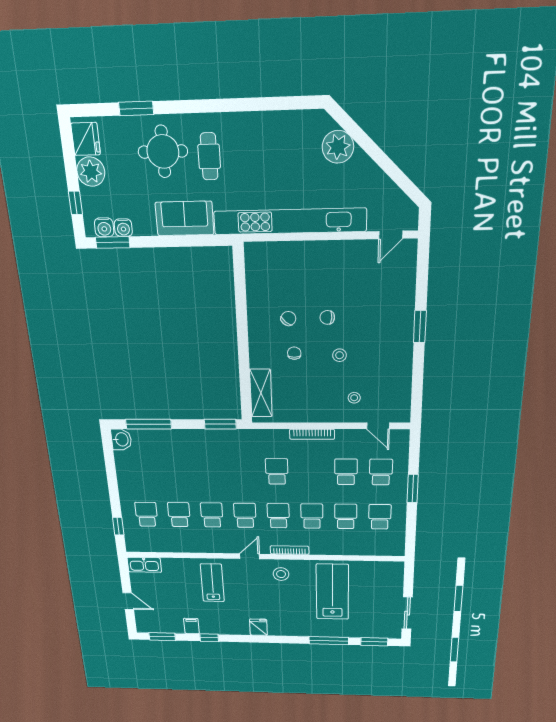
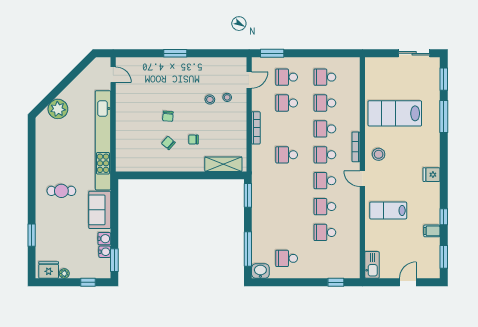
round table: (163, 152) -> (58, 221), removed
plant: (91, 172) -> (64, 273), width x0.53, depth x0.53
water cooler: (104, 227) -> (104, 239), moved
stool: (340, 355) -> (210, 99), moved
window: (413, 488) -> (272, 53), moved
school desk: (146, 514) -> (287, 258), moved

